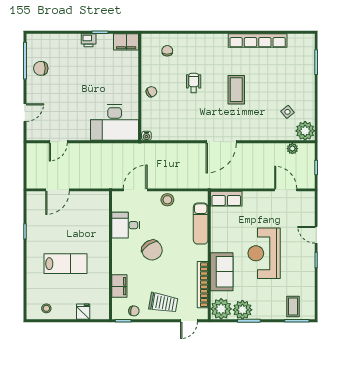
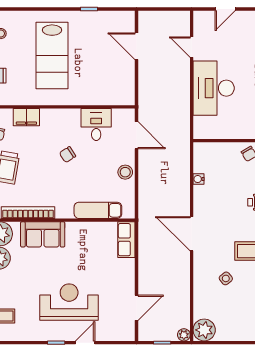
side table: (287, 112) -> (226, 278), moved
door: (25, 113) -> (225, 9), hinge flipped
desk: (115, 123) -> (214, 88), moved
water cooler: (146, 136) -> (198, 179), moved
plant: (292, 149) -> (184, 335), moved
chair: (152, 250) -> (68, 155), width x0.54, depth x0.54
reception desk: (264, 253) -> (69, 302), moved
lab bench: (66, 264) -> (52, 56), width x1.36, depth x1.39

